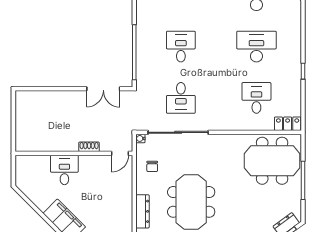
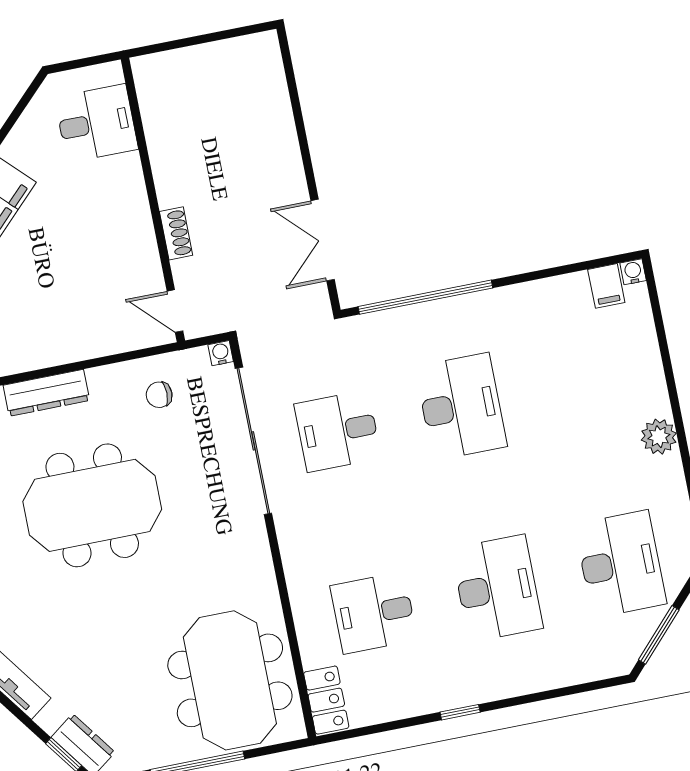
desk: (181, 47) -> (461, 407), width x1.37
desk: (256, 98) -> (374, 613), turned 180
desk: (64, 170) -> (96, 123), moved

